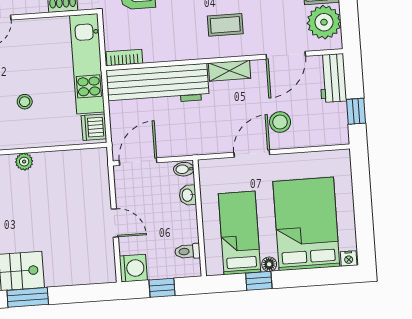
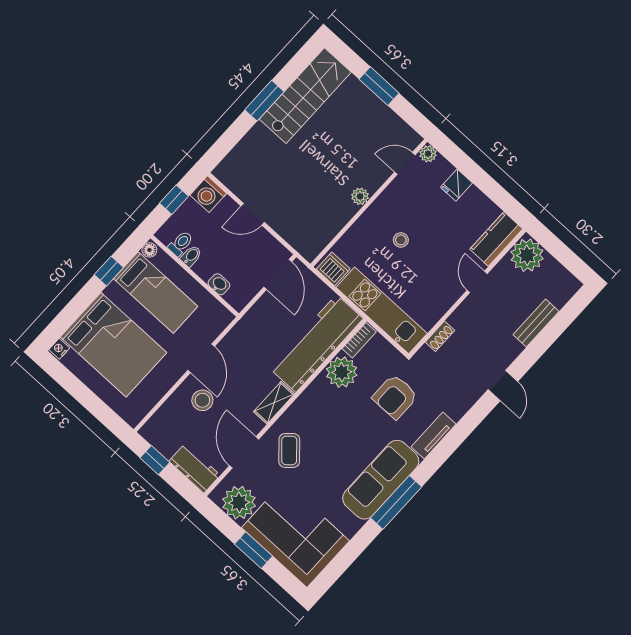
coffee table: (225, 25) -> (289, 450), moved, turned -42
plant: (159, 46) -> (342, 372), added
bidet: (184, 169) -> (191, 256), moved
floor lamp: (269, 264) -> (149, 250), moved

